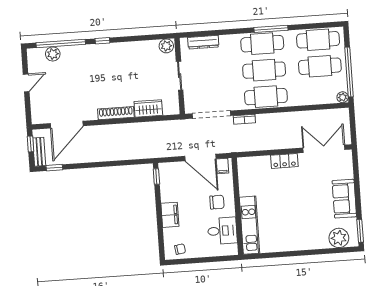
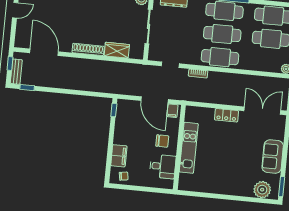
sliding door: (180, 76) -> (149, 26), width x1.37
doorway: (211, 115) -> (170, 65), width x0.53
door: (67, 125) -> (44, 52), swing flipped
filing cabinet: (170, 215) -> (119, 156), moved
kitchen unit: (249, 225) -> (189, 148), moved

